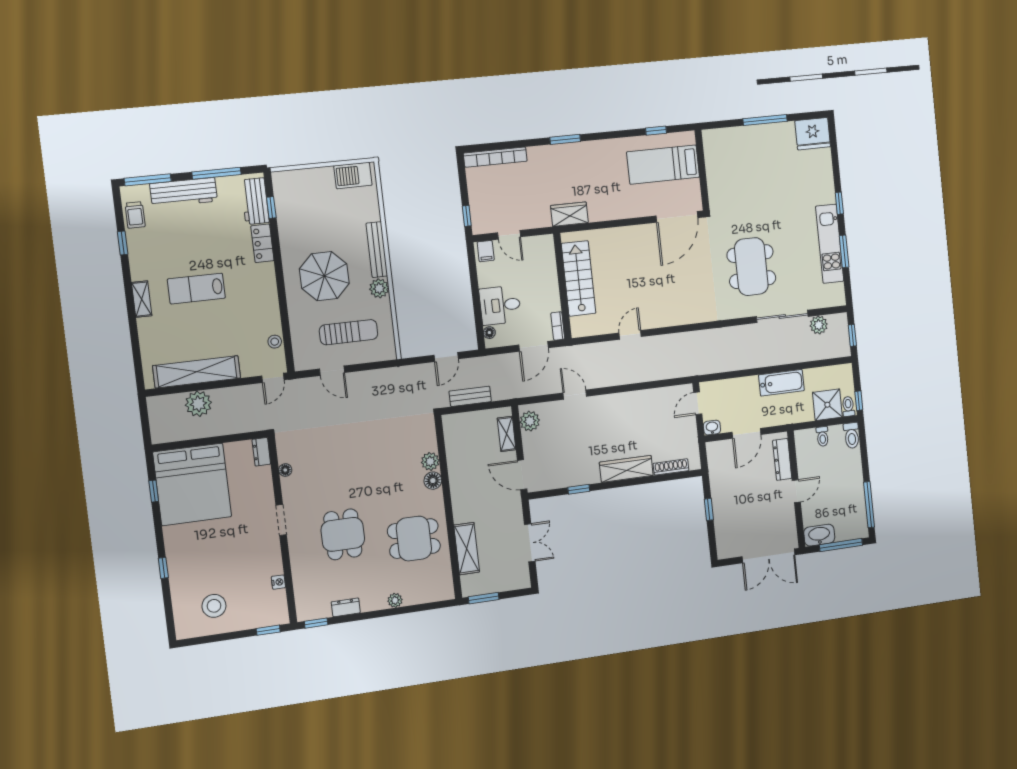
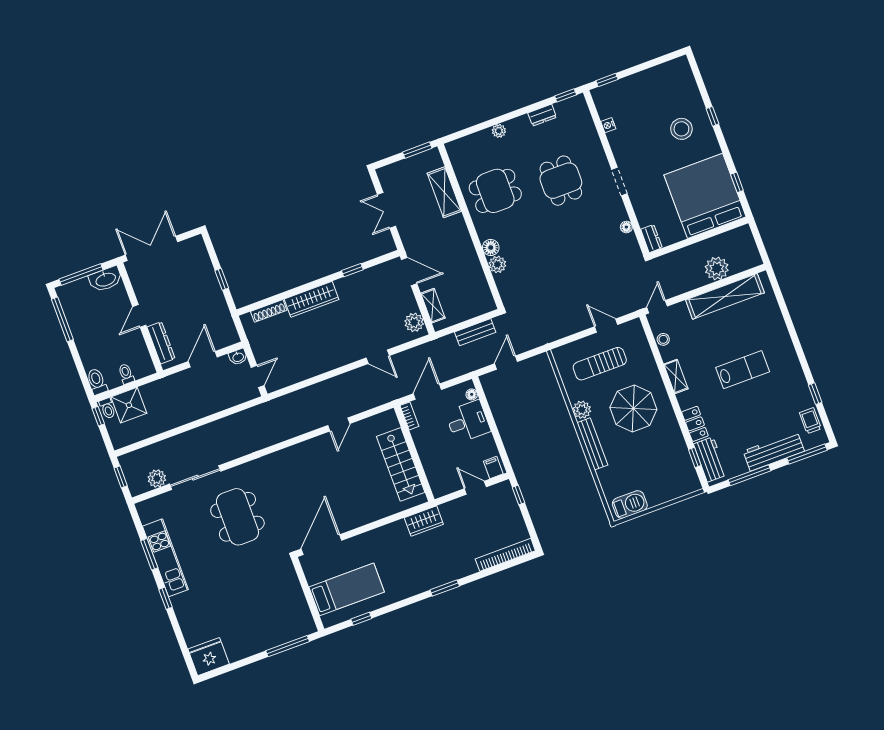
window: (765, 120) -> (288, 646), moved
shelving: (142, 299) -> (676, 376), moved
bathtub: (781, 383) -> (180, 415), removed
stool: (214, 606) -> (681, 129), moved

